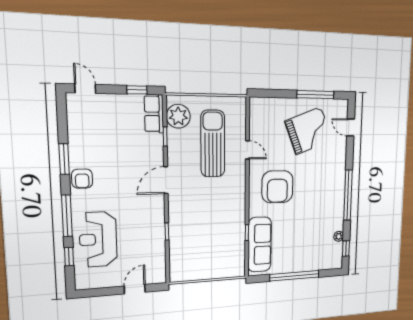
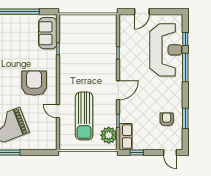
window: (64, 159) -> (185, 118), moved
armchair: (82, 179) -> (167, 119), moved
reception desk: (98, 239) -> (166, 50), width x1.36, depth x1.30
sofa: (260, 244) -> (48, 33), width x0.73

